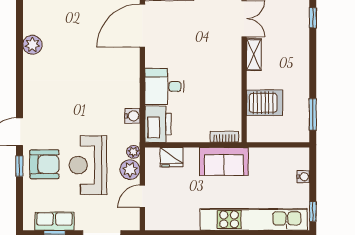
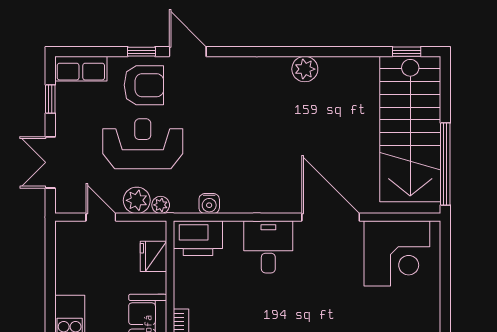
desk: (164, 86) -> (268, 247), moved
armchair: (44, 164) -> (144, 85), turned -90
row of seats: (54, 221) -> (81, 69), moved, turned 90

